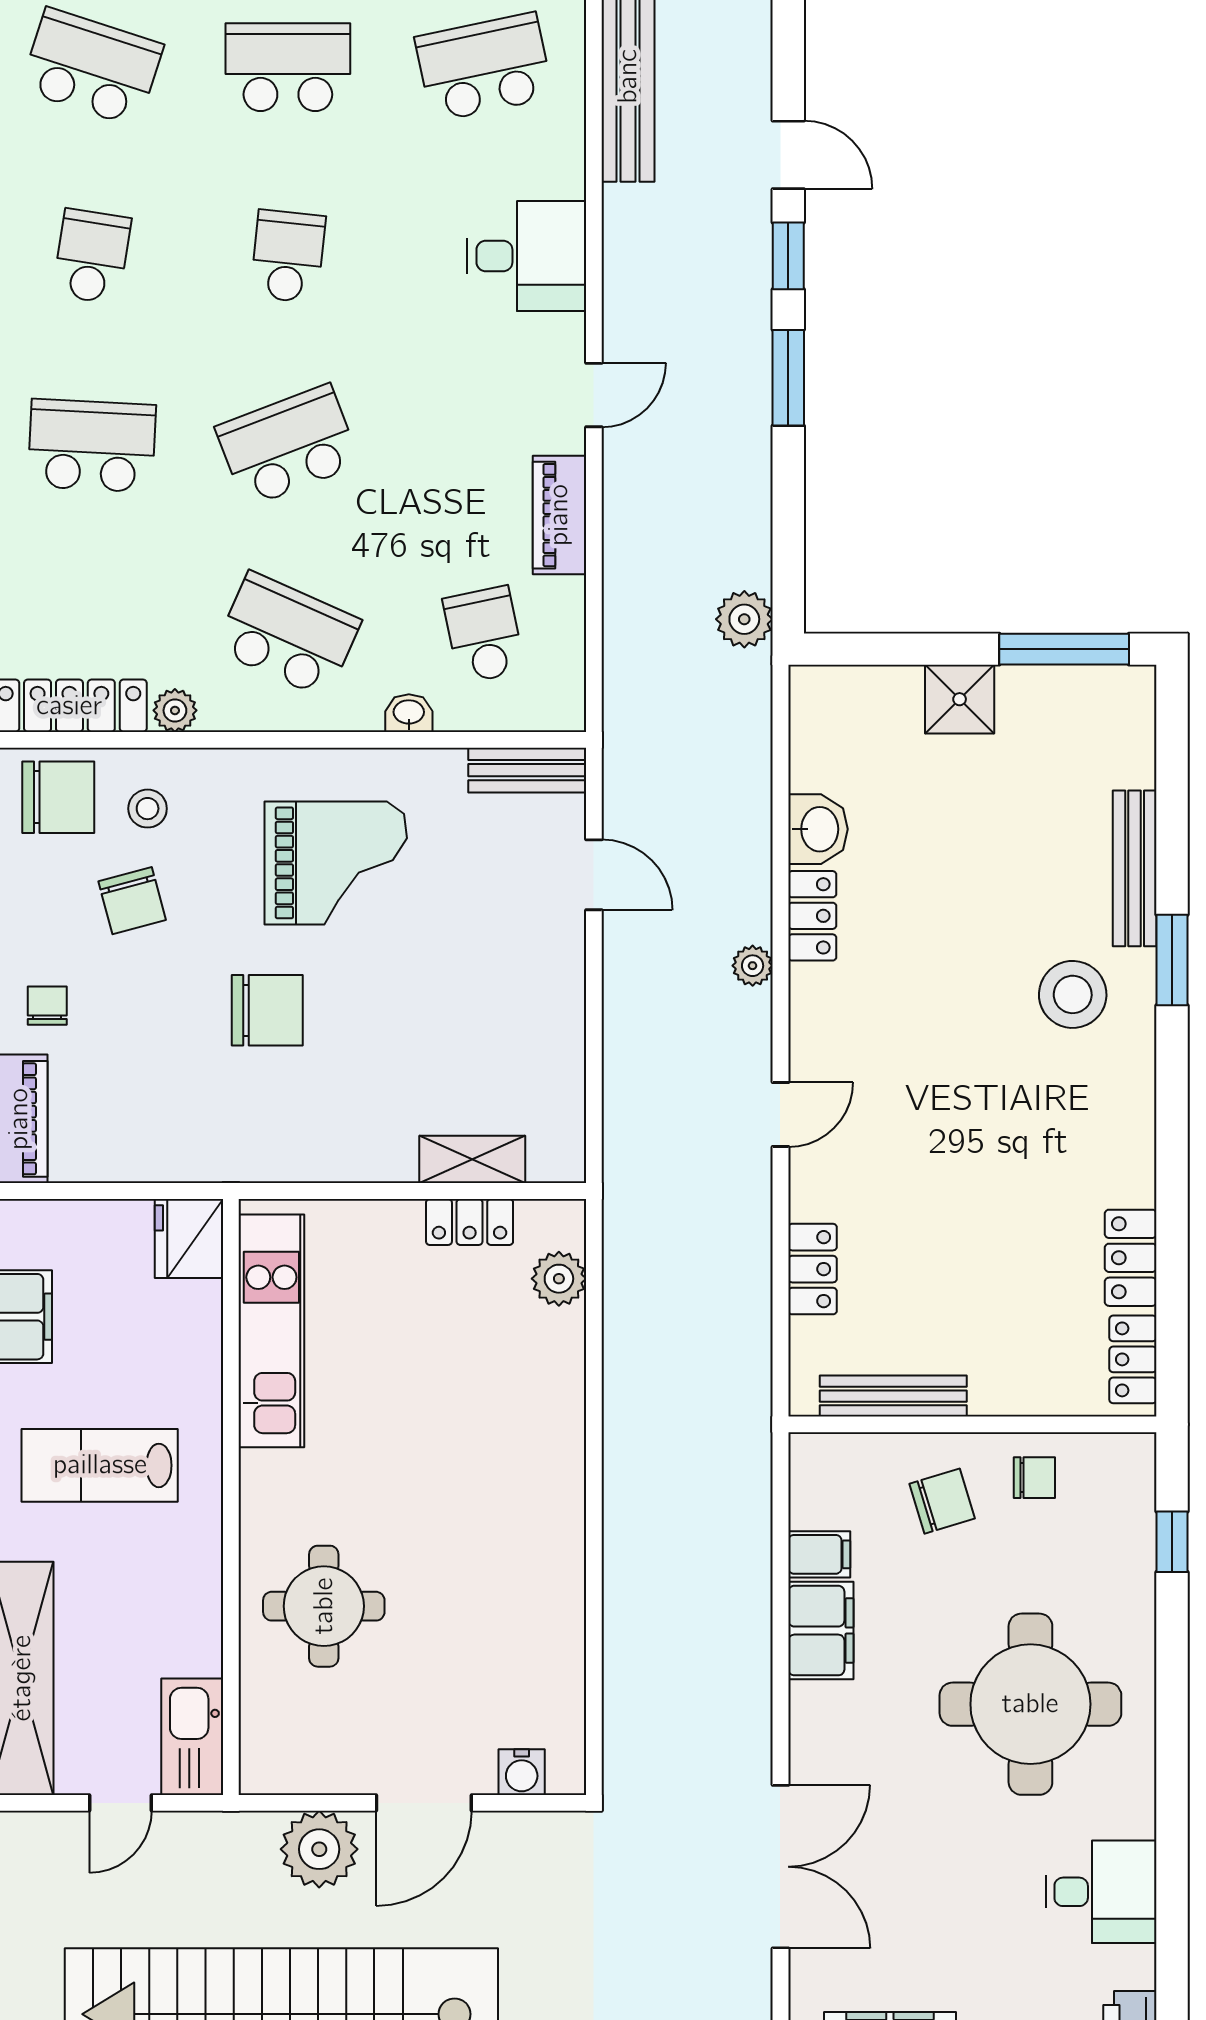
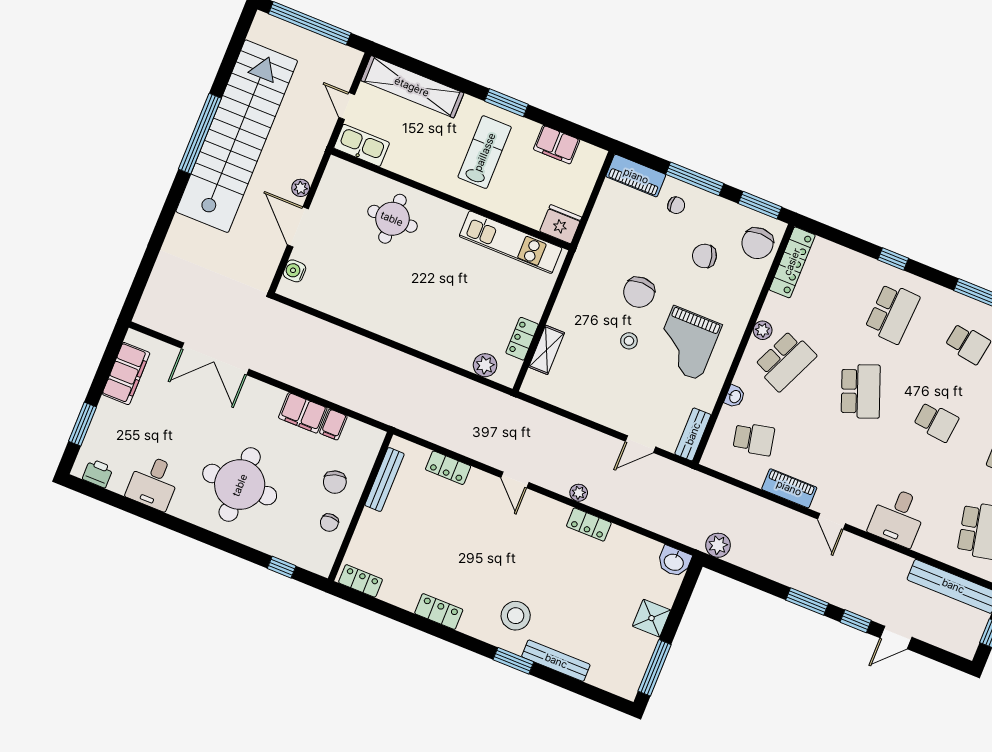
plant: (175, 710) -> (763, 330), moved
stool: (148, 809) -> (629, 341), moved
washbasin: (818, 829) -> (674, 562), moved
locker: (1131, 1258) -> (439, 611), moved
plant: (319, 1849) -> (301, 188), width x0.53, depth x0.53

